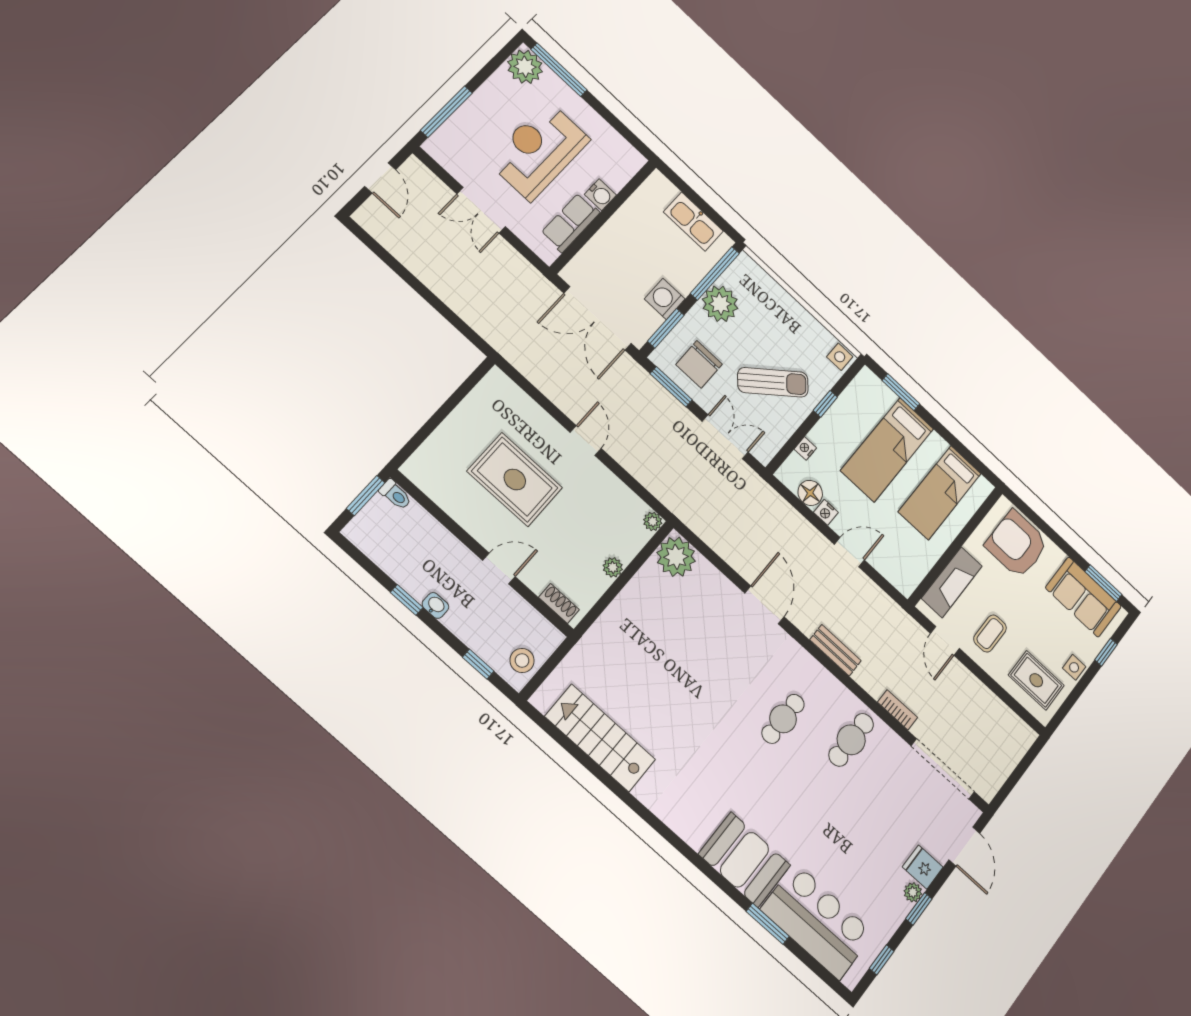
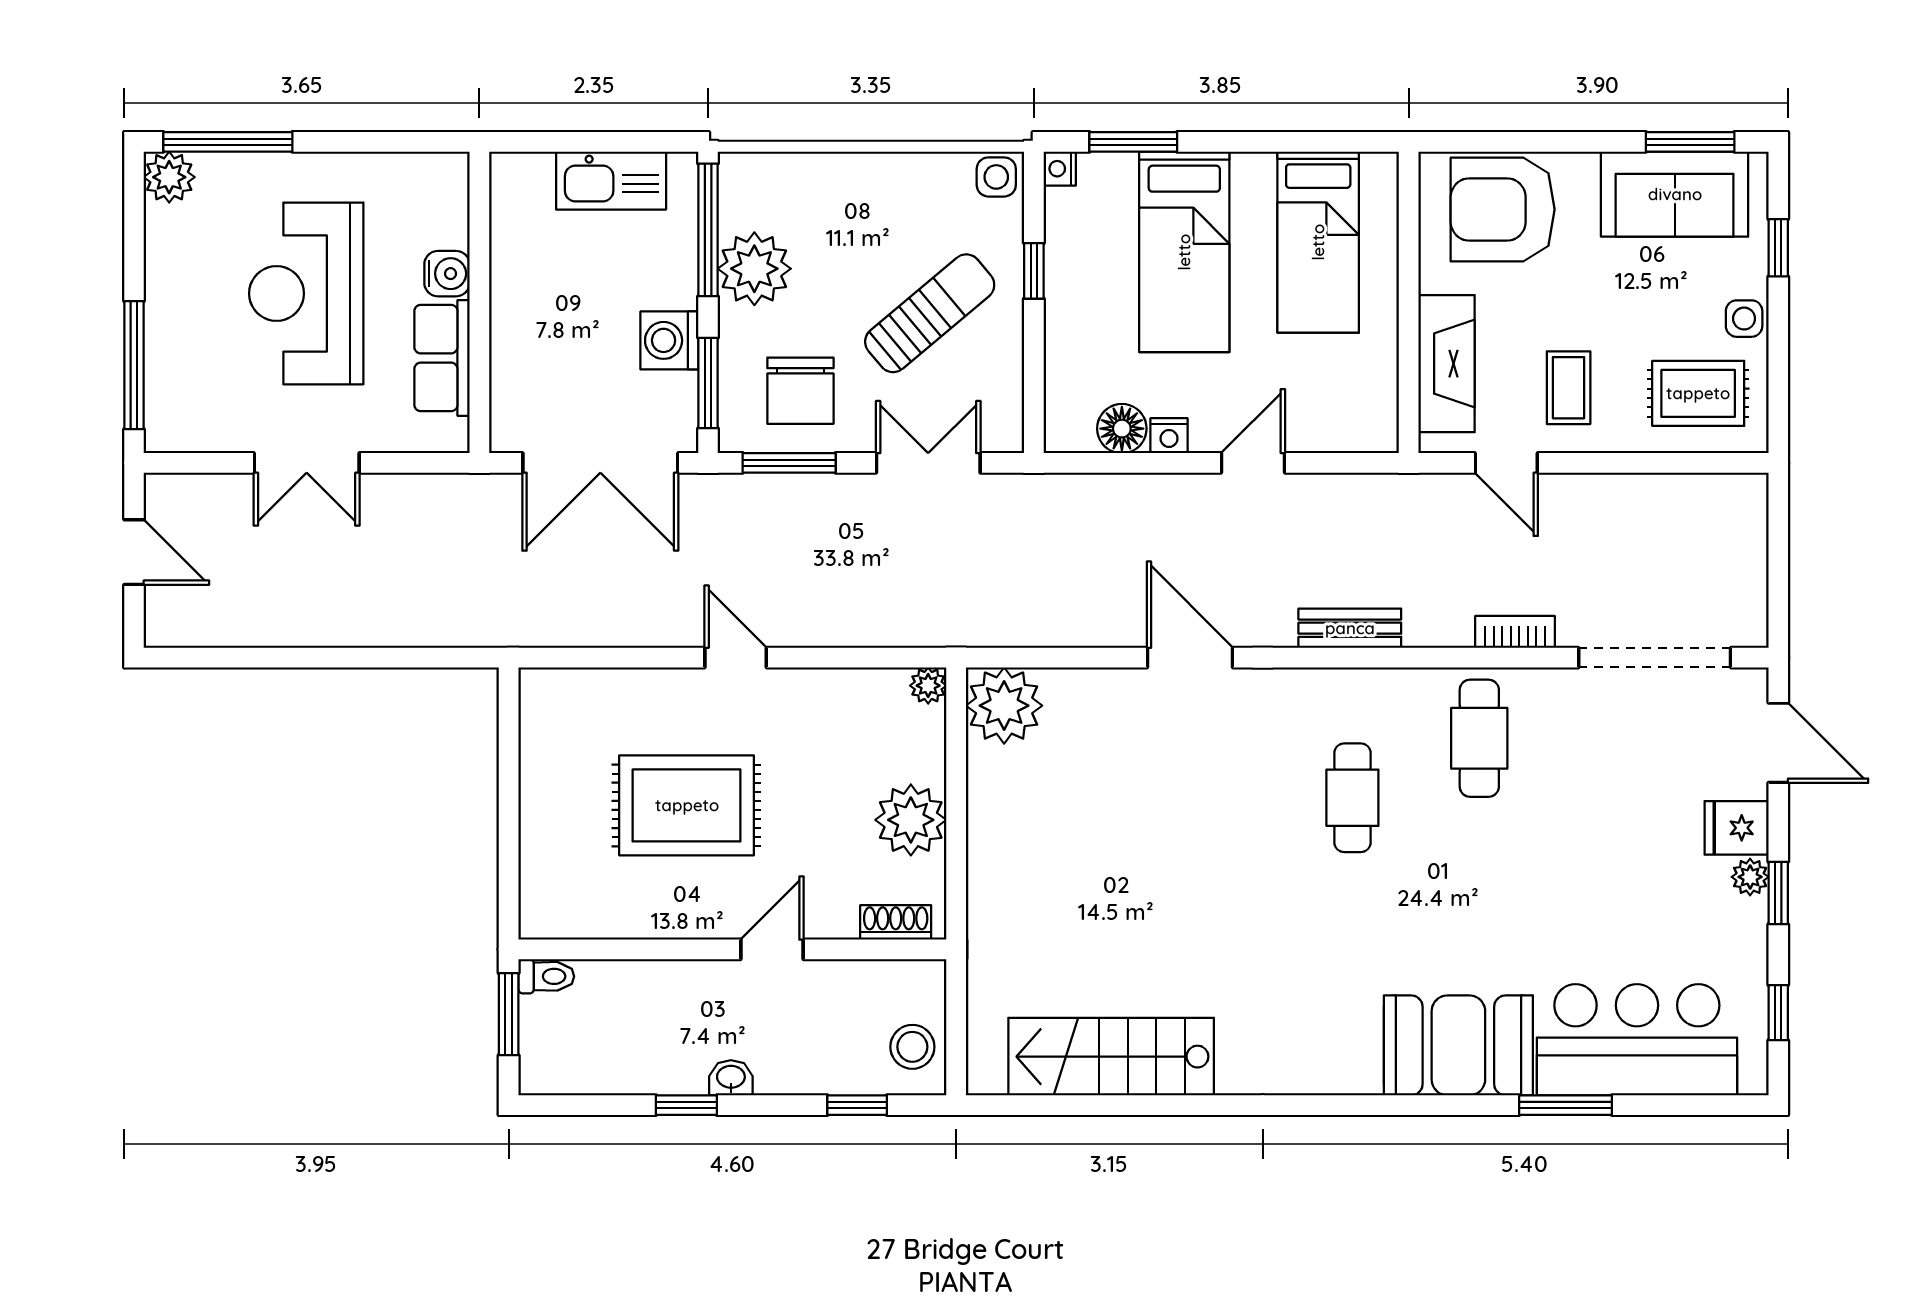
plant: (525, 67) -> (169, 177), width x0.73, depth x0.73
nightstand: (805, 448) -> (1060, 169), moved
plant: (613, 567) -> (911, 820), width x1.88, depth x1.88

